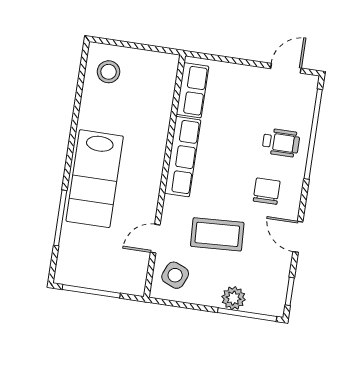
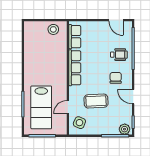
door: (286, 68) -> (116, 20), swing flipped
stool: (109, 72) -> (53, 29), moved
lab bench: (95, 179) -> (41, 107), moved
plant: (234, 298) -> (125, 129), moved

